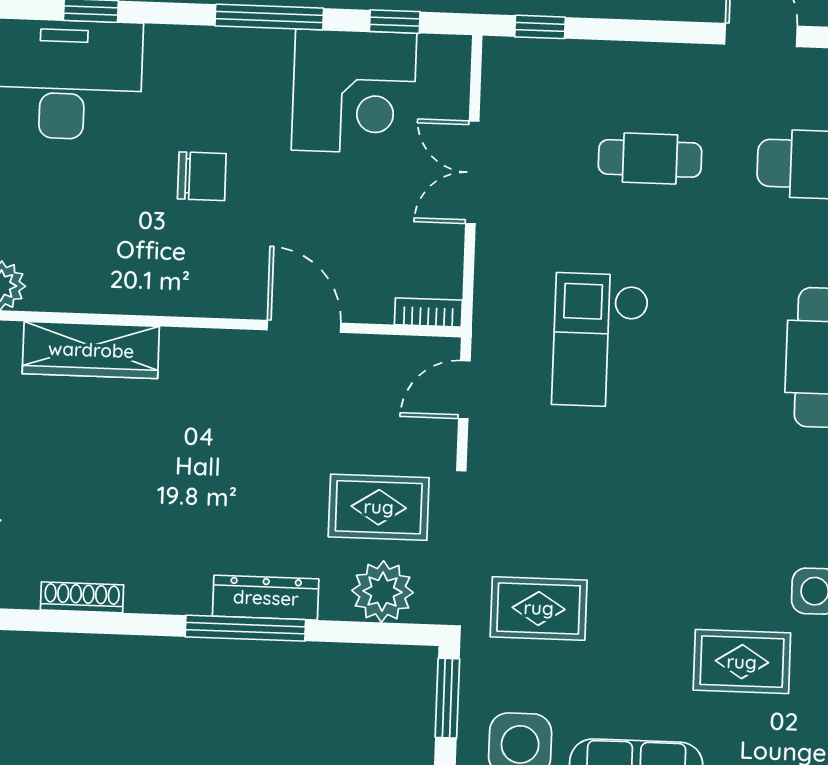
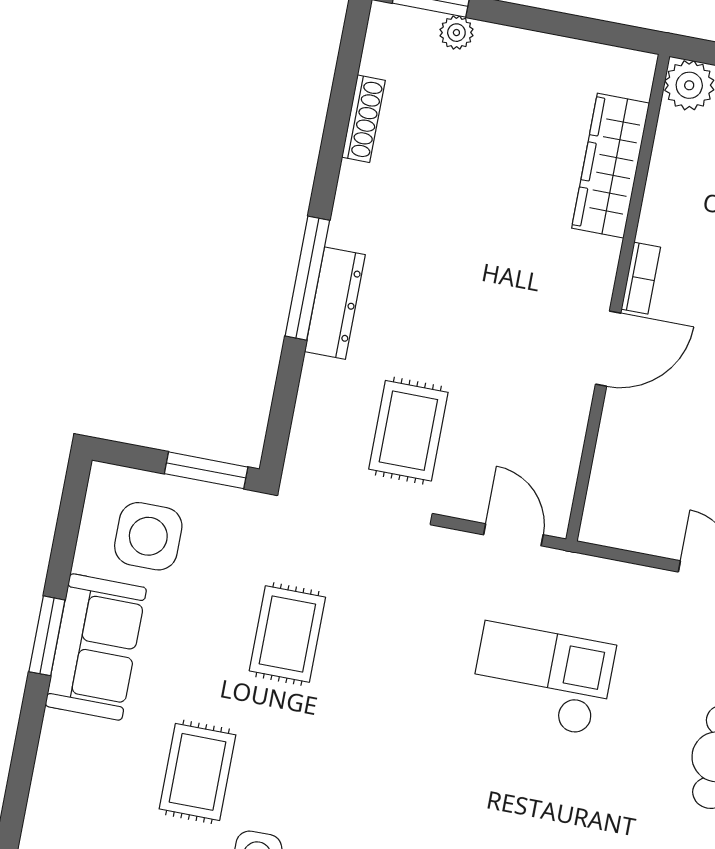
bookcase: (428, 312) -> (641, 278), moved
door: (304, 326) -> (608, 349), moved
plant: (383, 592) -> (323, 422), removed
rug: (539, 608) -> (287, 634), moved

